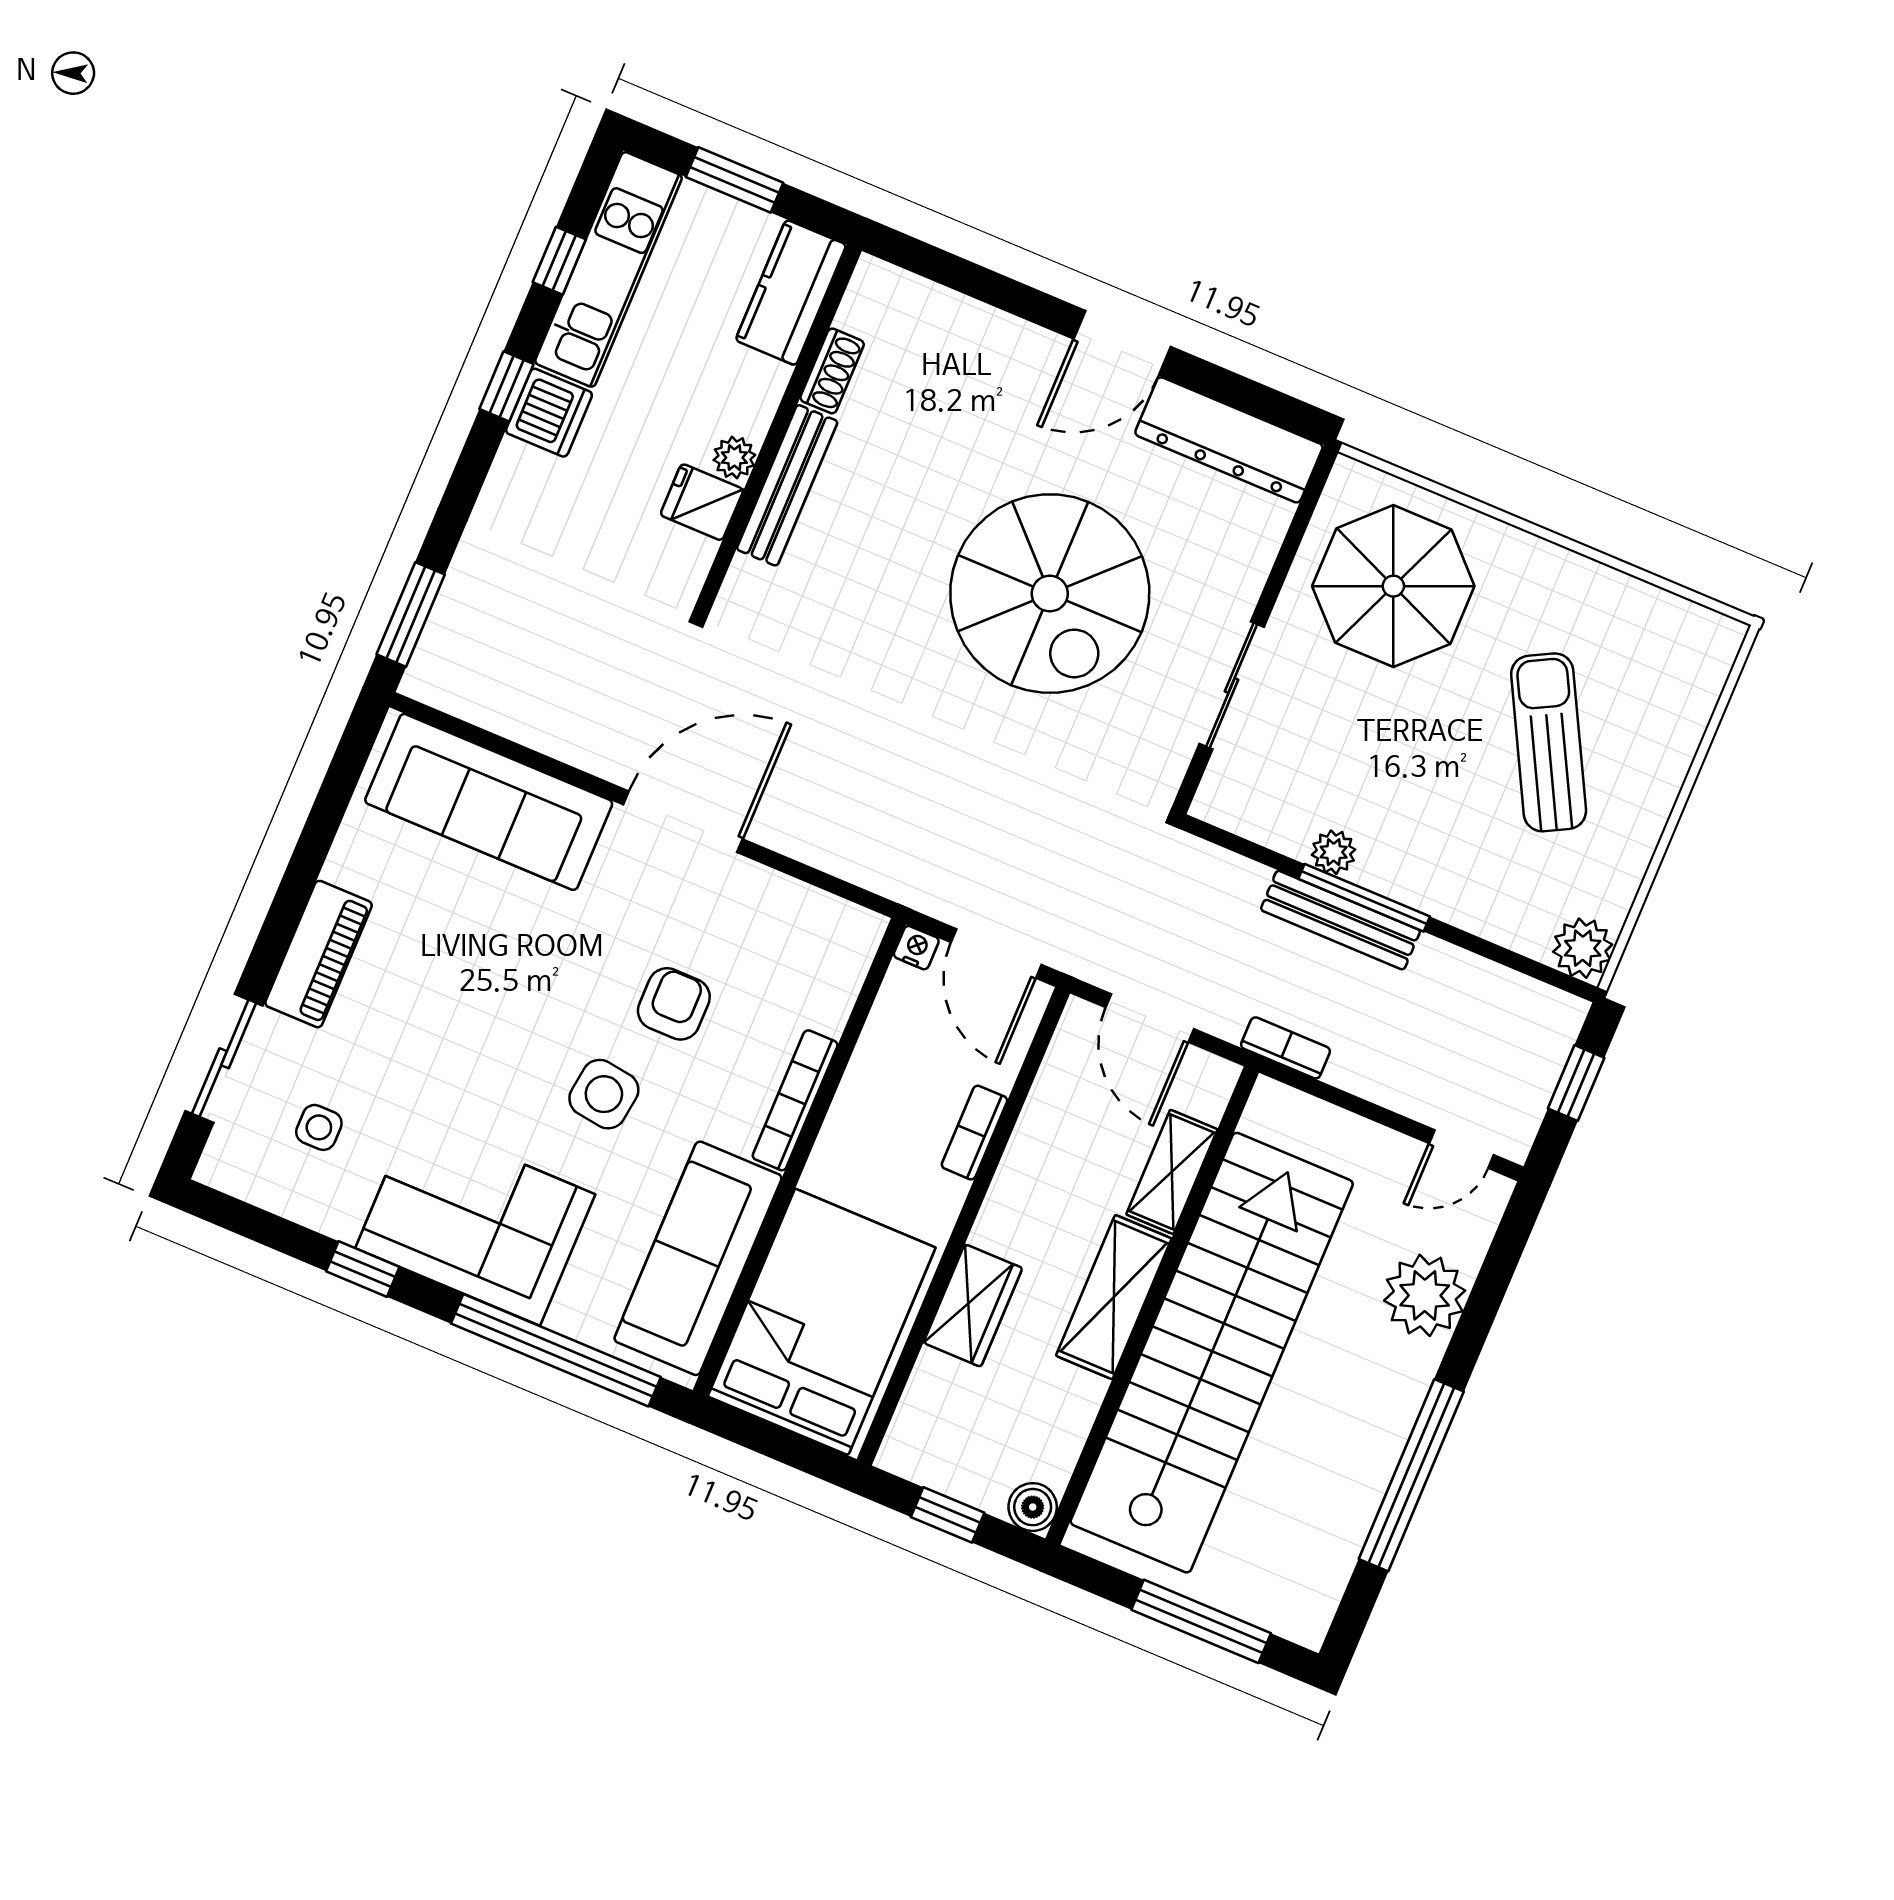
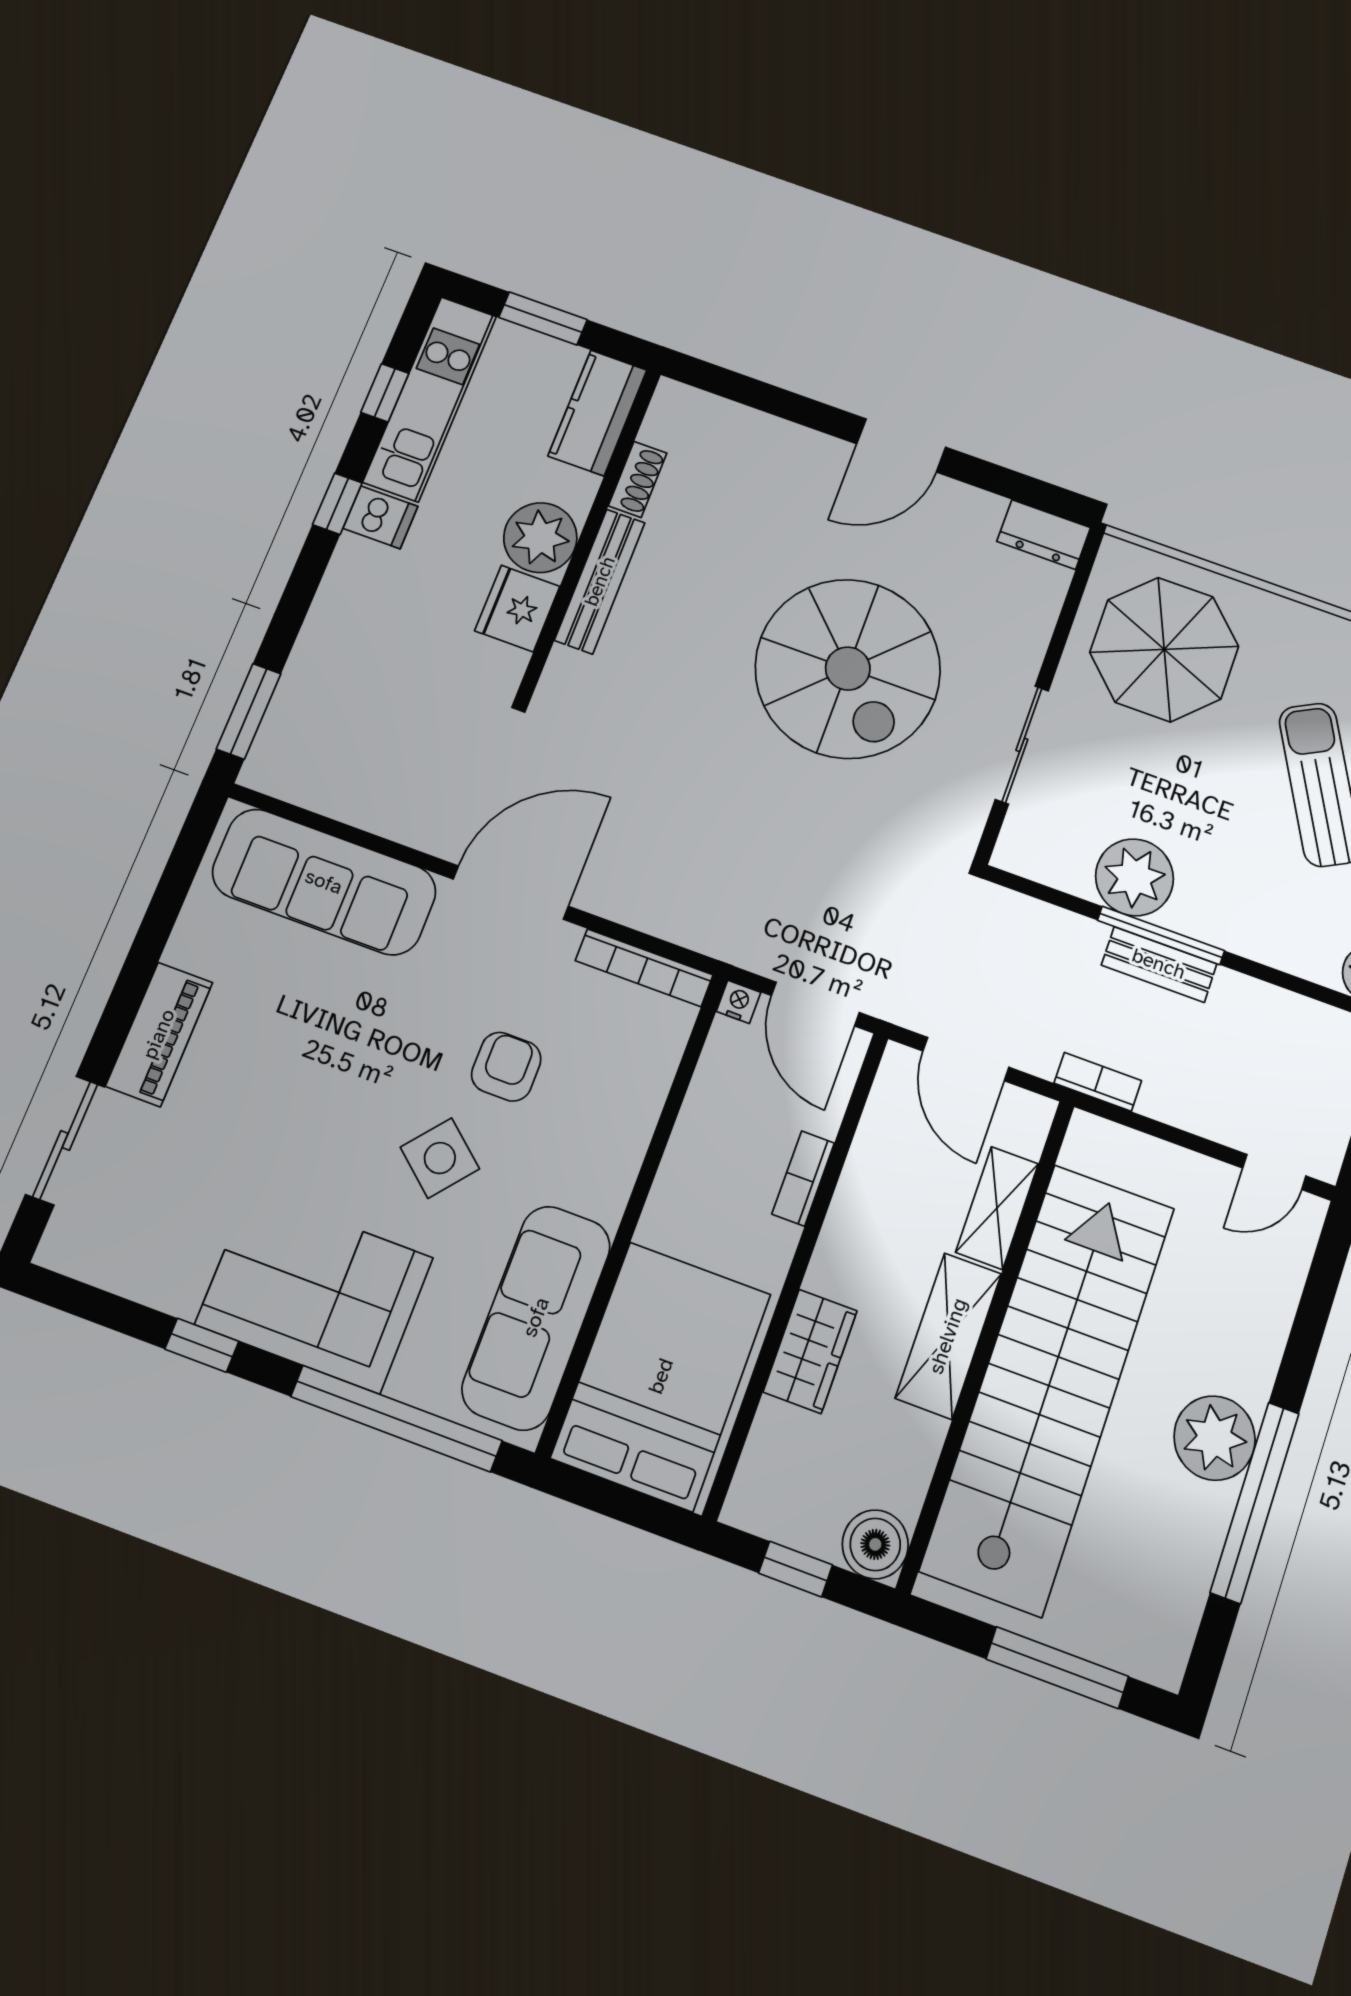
dishwasher: (549, 413) -> (381, 517), width x0.73
dresser: (1229, 440) -> (1044, 534), width x0.51, depth x0.80
plant: (734, 458) -> (540, 538), width x1.88, depth x1.88
fridge: (702, 502) -> (517, 608), width x1.38
plant: (1334, 852) -> (1135, 877), width x1.87, depth x1.87
bench: (1340, 920) -> (1159, 964), width x0.73
side table: (604, 1094) -> (440, 1158), turned 32
bookcase: (795, 1100) -> (644, 968), moved, turned -90
side table: (319, 1127) -> (159, 1205), removed
plant: (1425, 1295) -> (1215, 1438), moved
boiler: (1033, 1507) -> (875, 1544), width x1.36, depth x1.36

